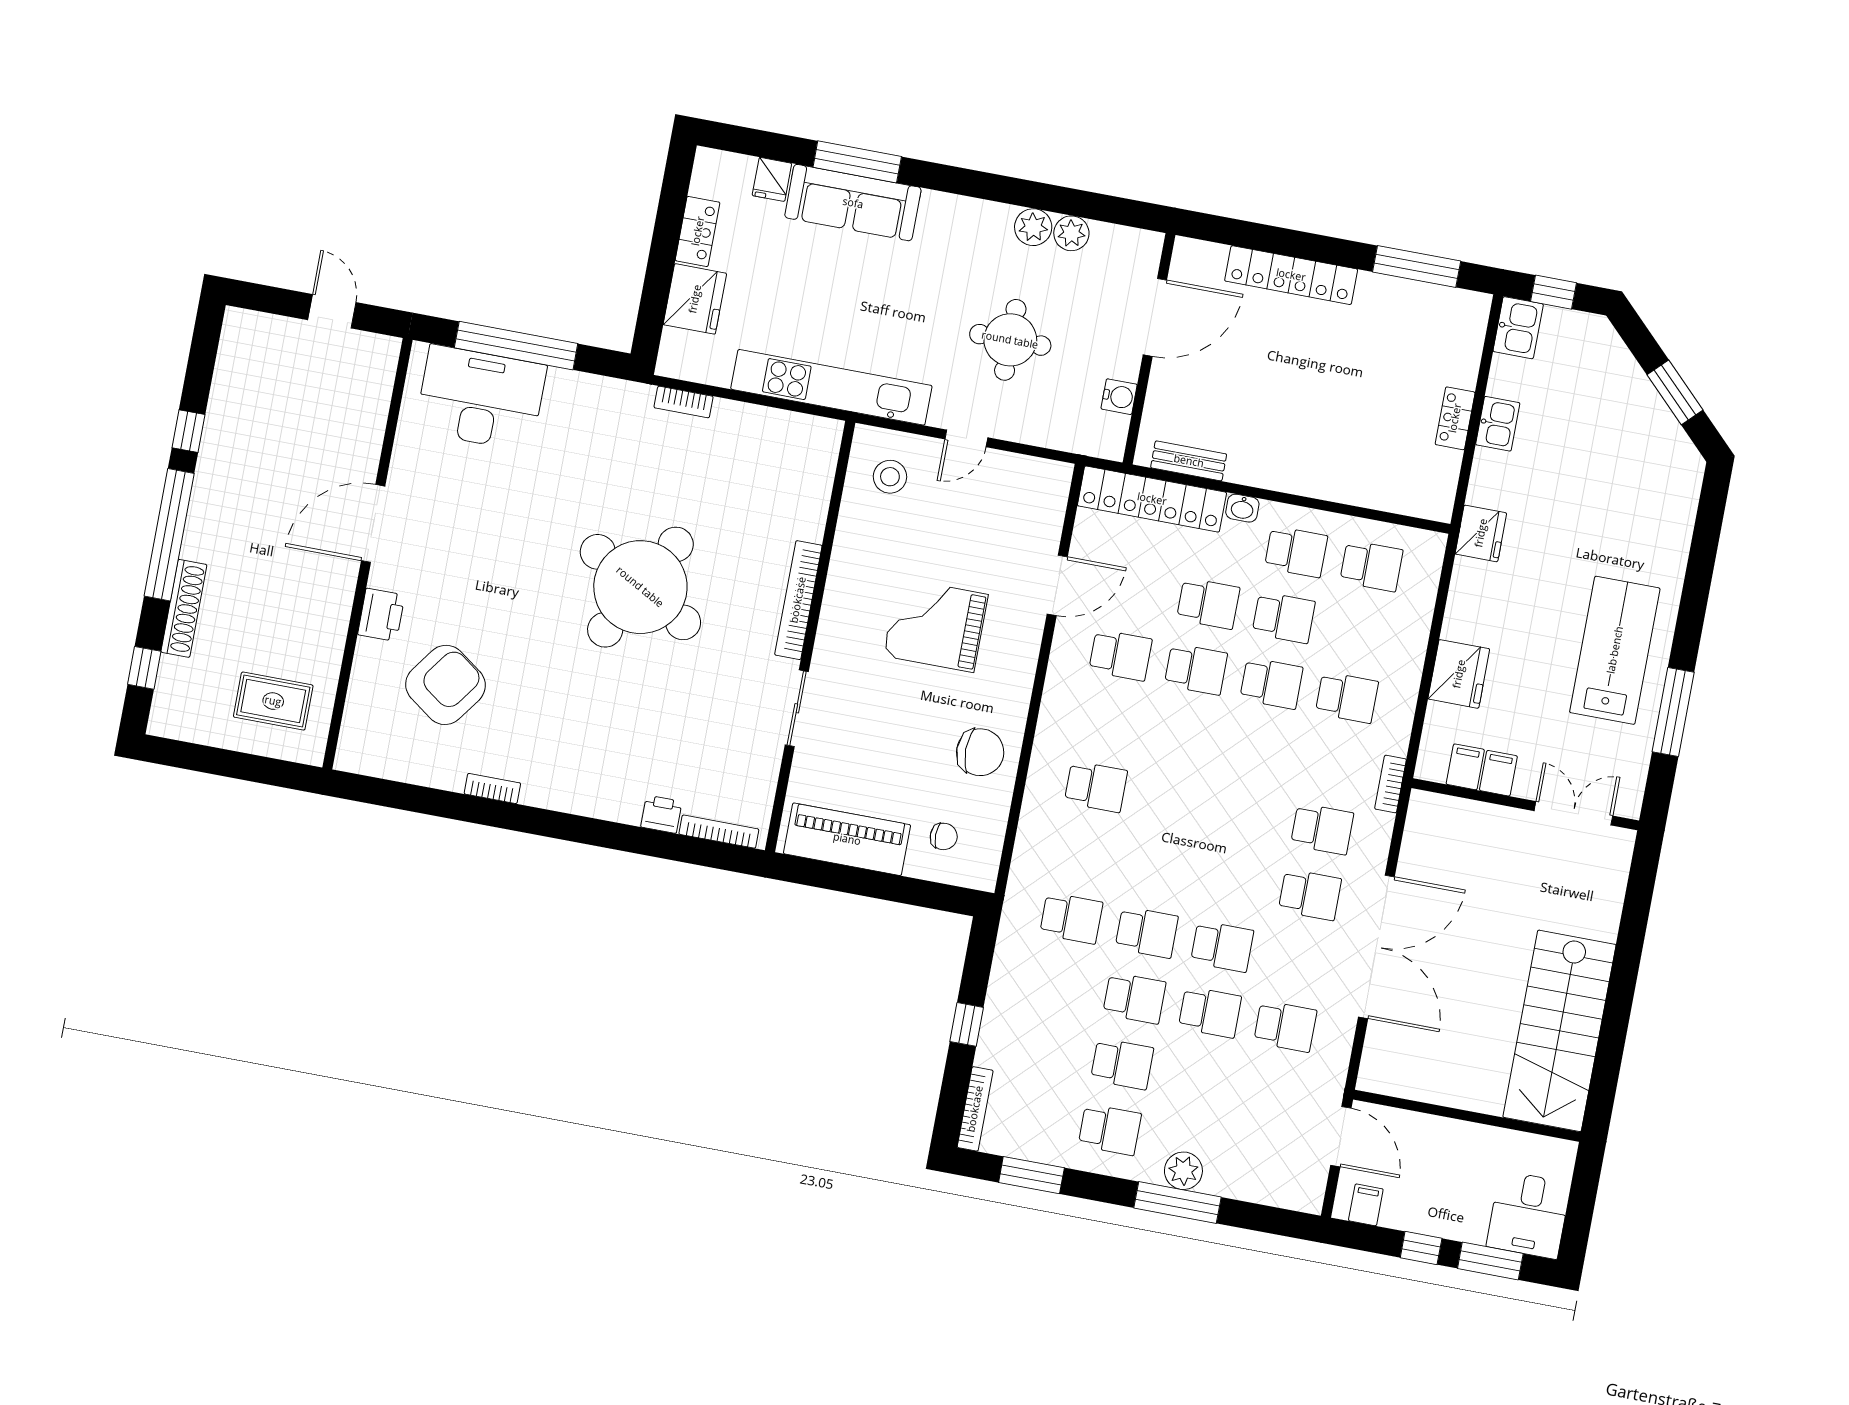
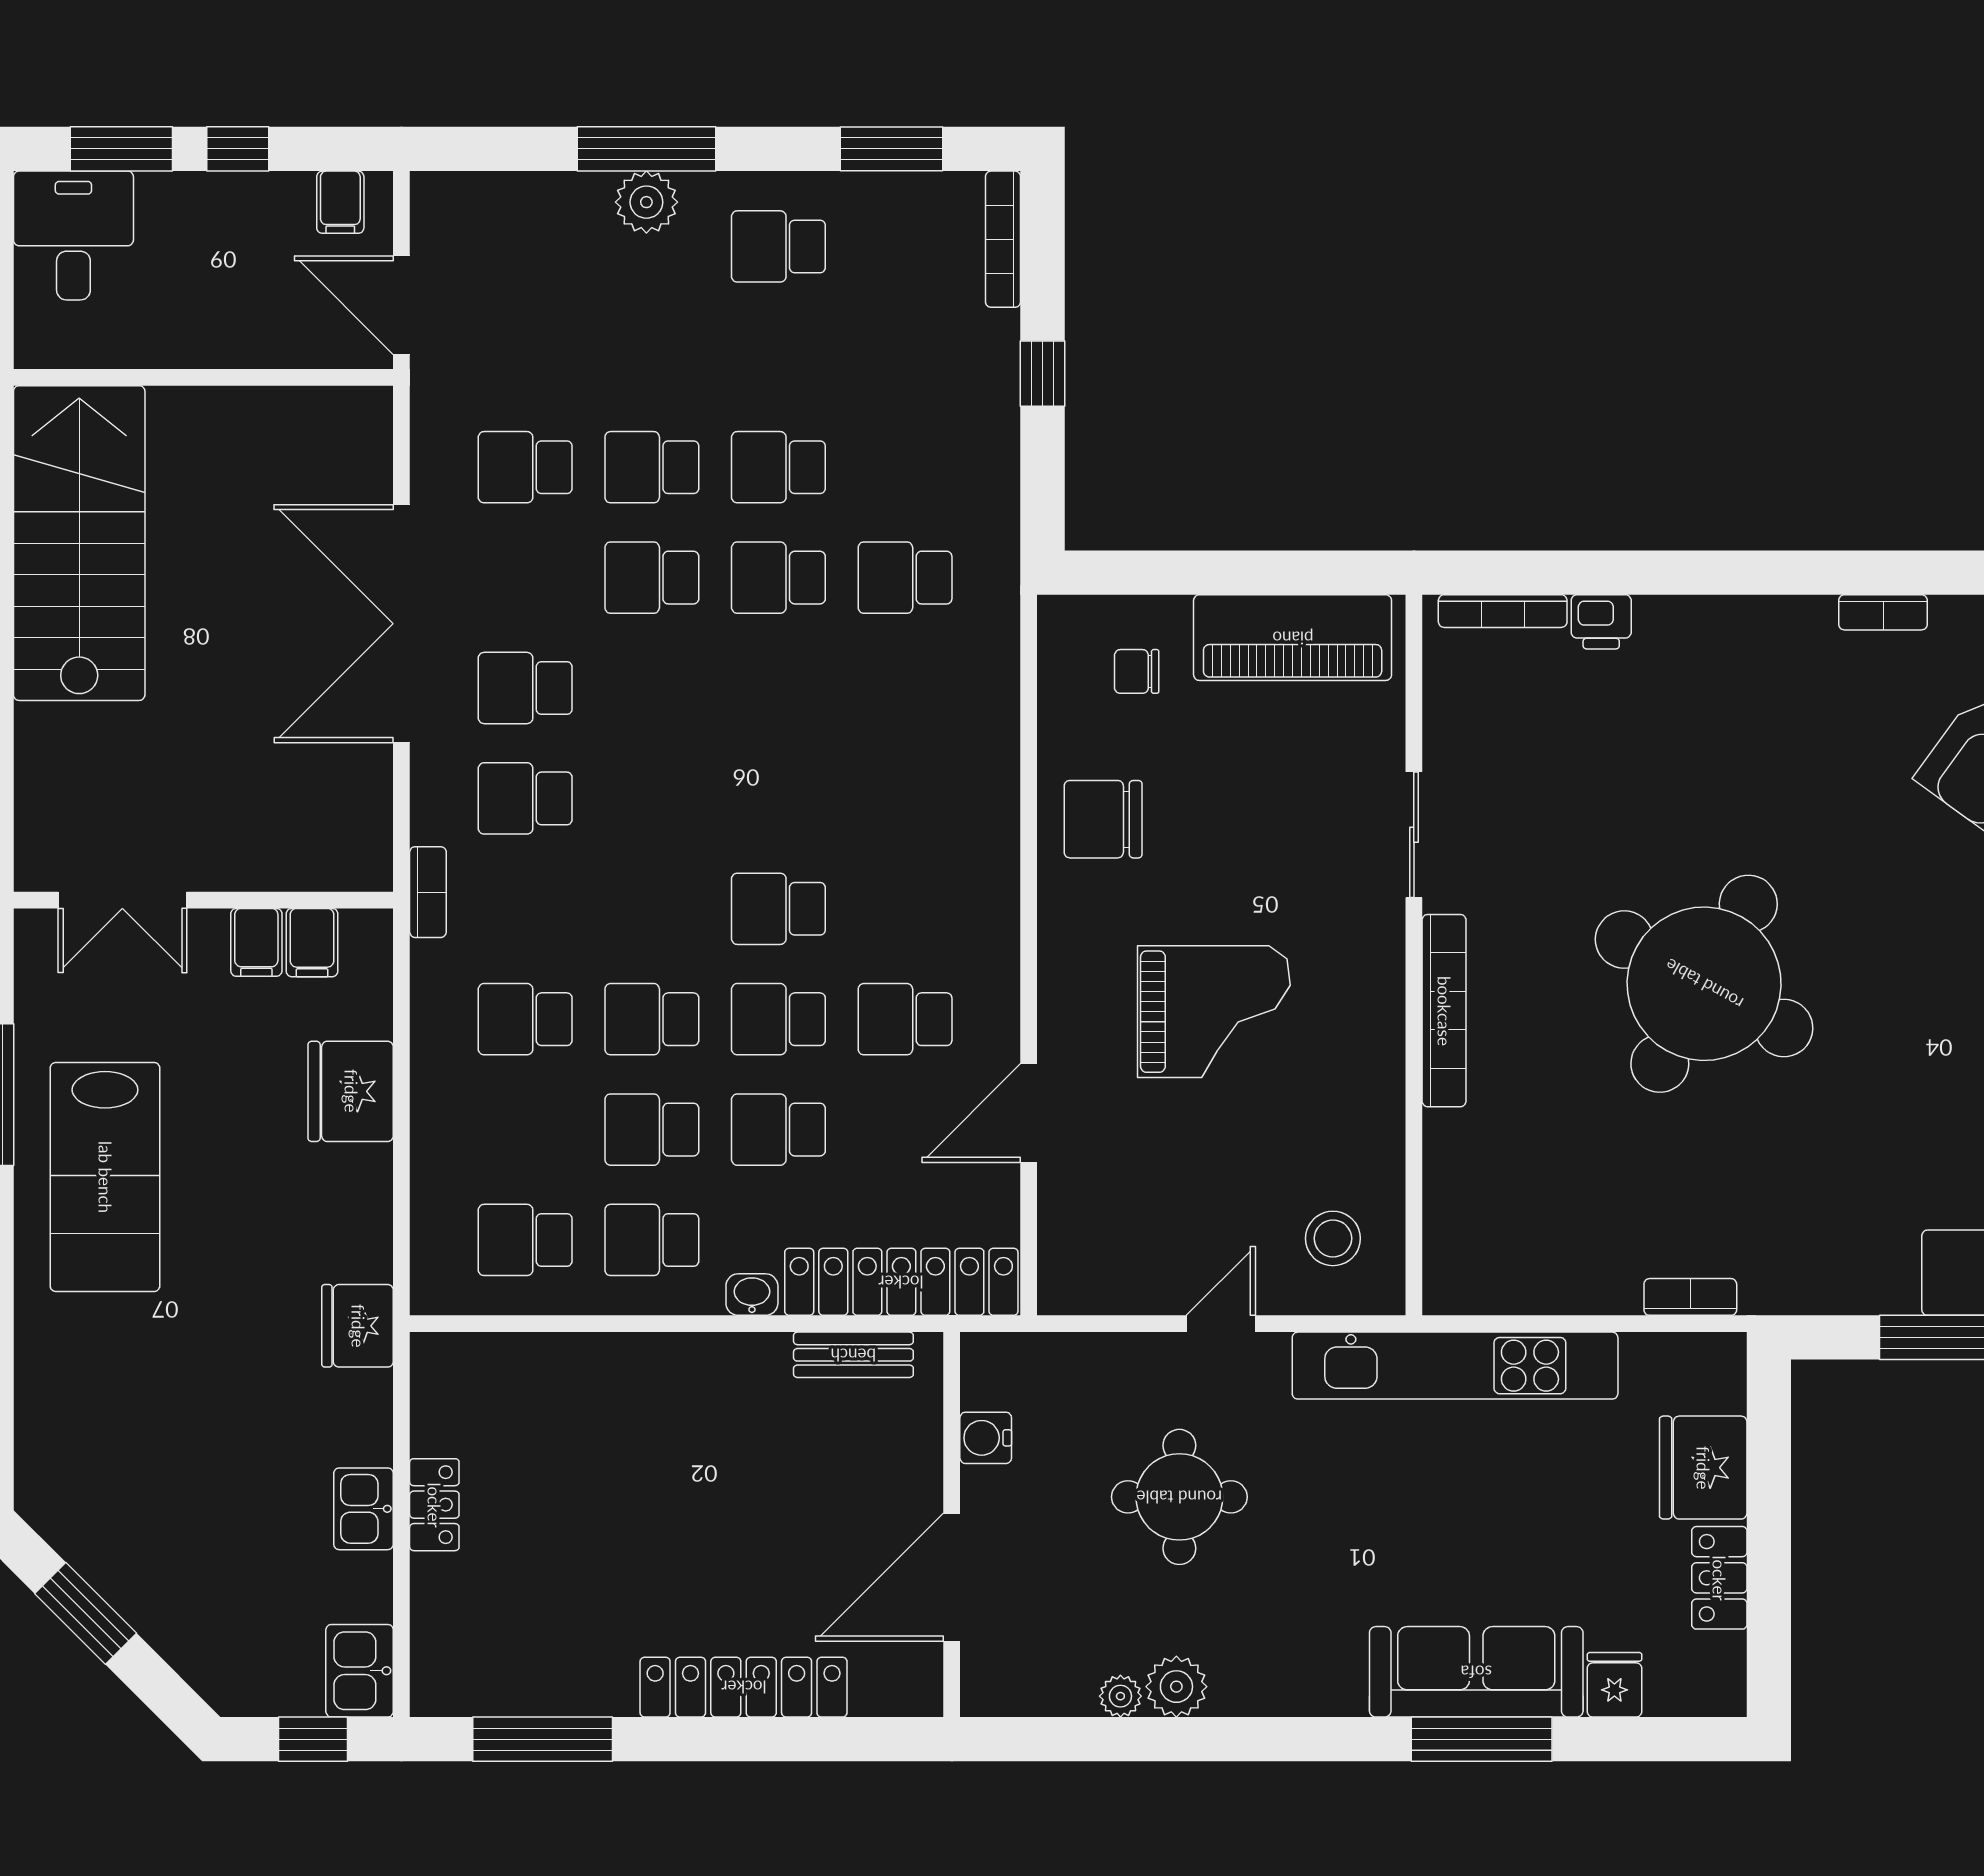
plant: (1071, 233) -> (1120, 1696), width x0.73, depth x0.73
school desk: (1096, 787) -> (778, 909), moved
school desk: (1122, 1064) -> (778, 357), removed

